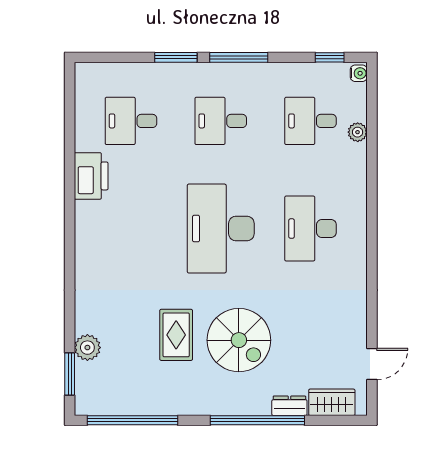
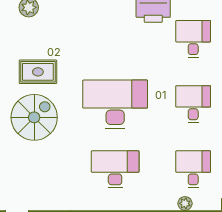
spiral stairs: (239, 340) -> (34, 117), turned 180

